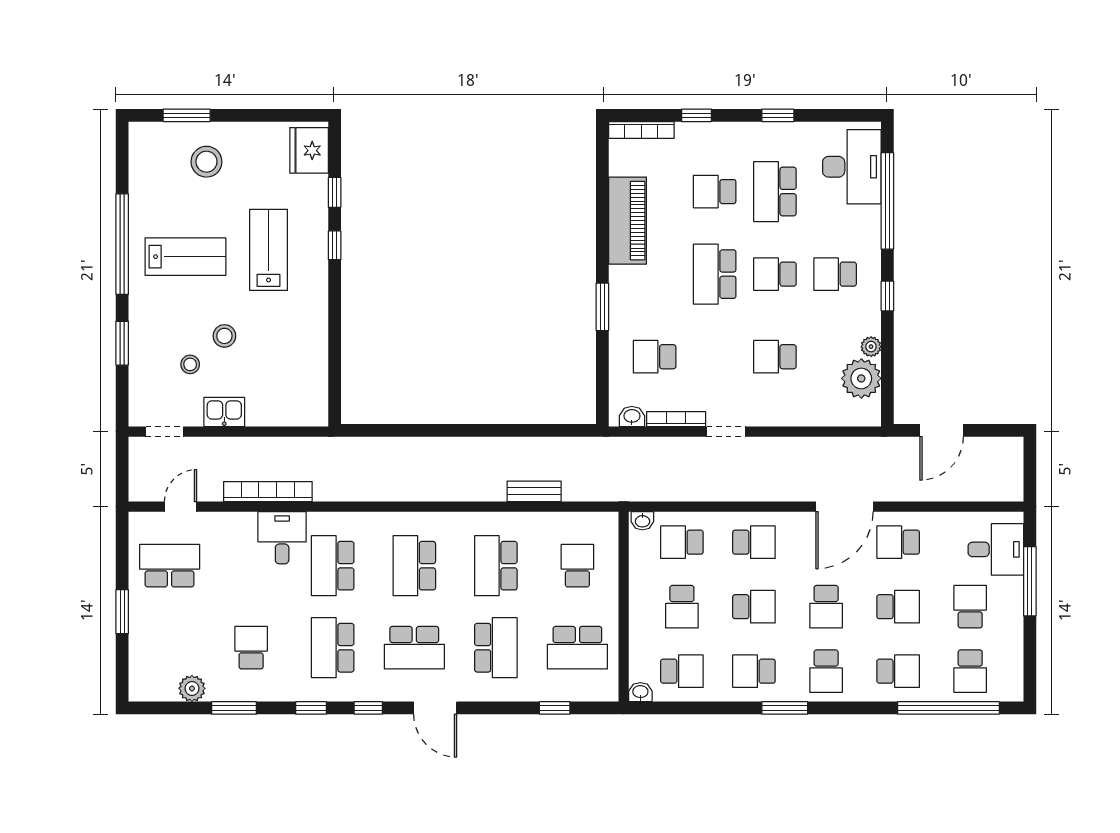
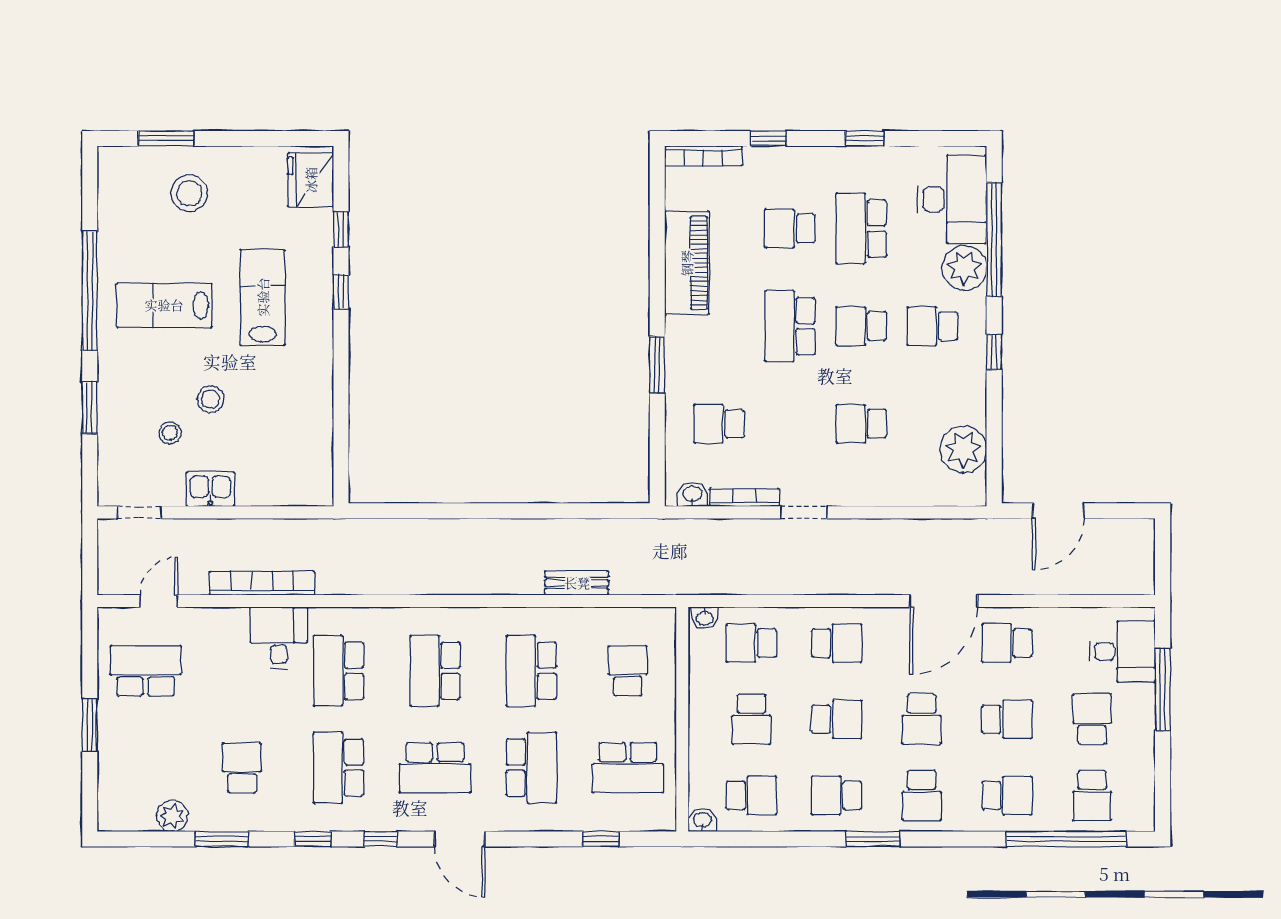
lab bench: (185, 257) -> (164, 305), turned 180
plant: (871, 347) -> (964, 268), moved, width x1.88, depth x1.88

